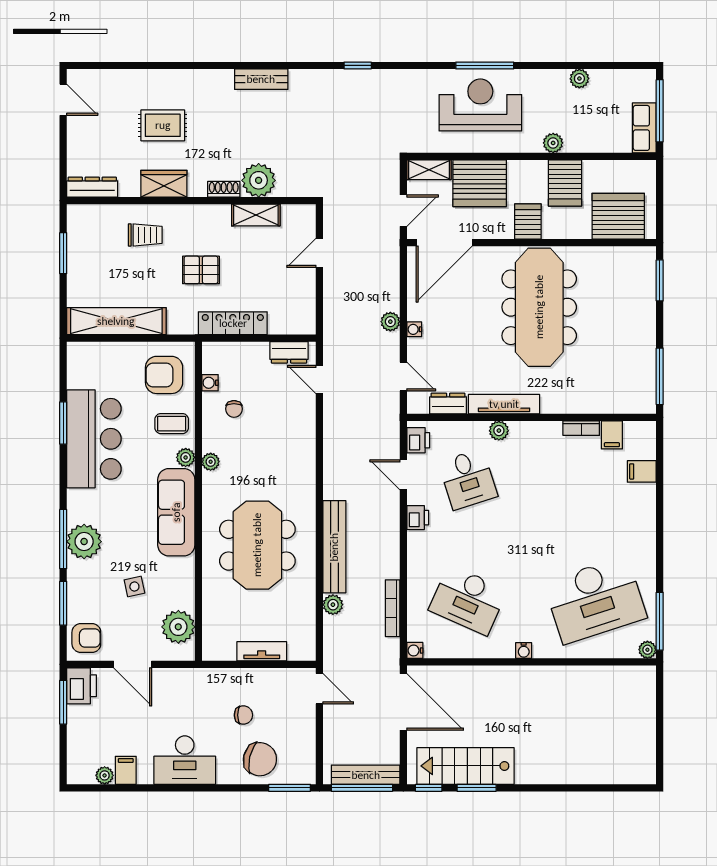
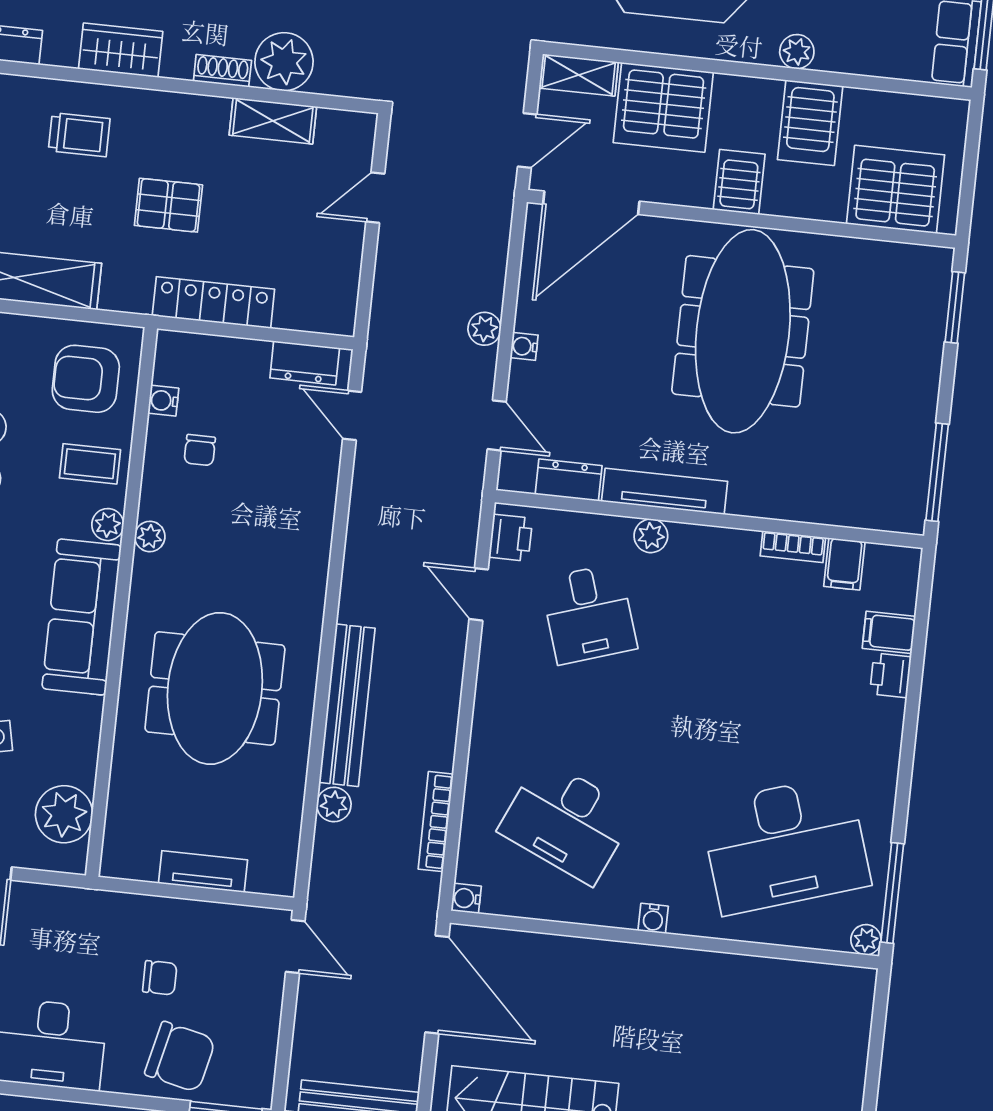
printer: (418, 518) -> (890, 675), moved, turned 180

